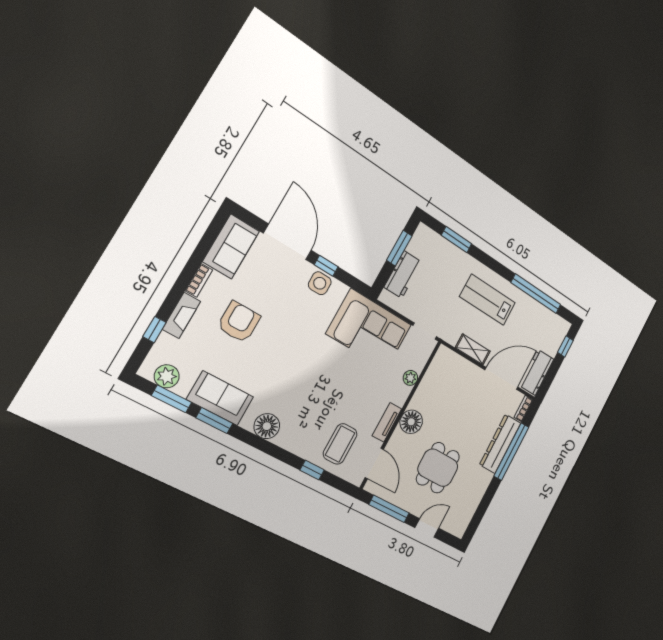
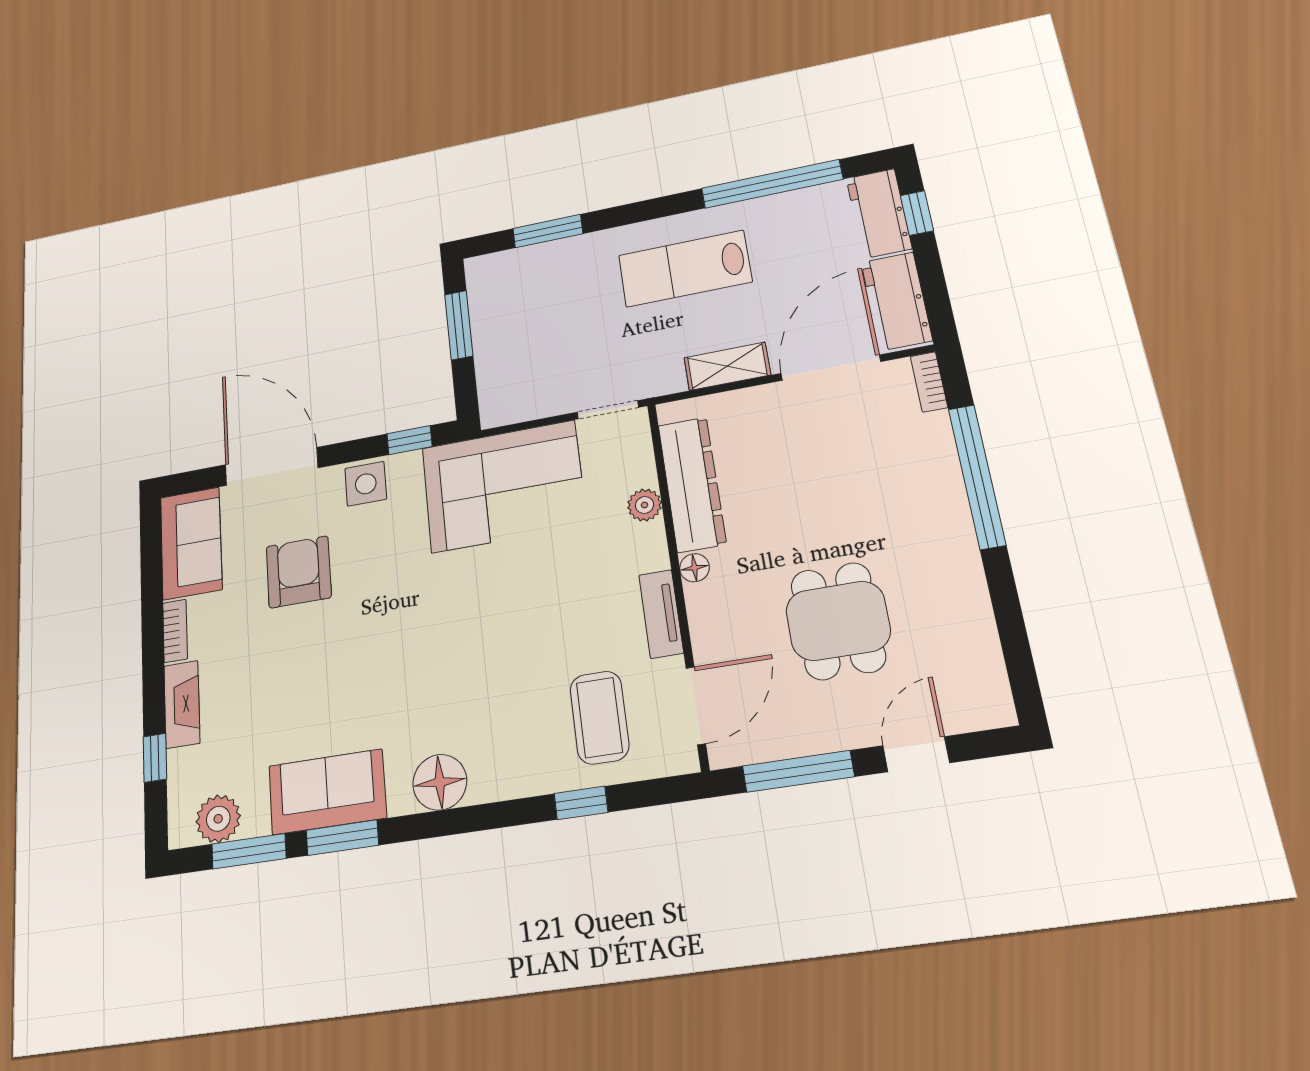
window: (326, 266) -> (410, 440), moved
workbench: (403, 275) -> (879, 213), moved, turned 180
armchair: (239, 322) -> (299, 572), moved
floor lamp: (411, 422) -> (694, 568), width x0.53, depth x0.53
dresser: (500, 444) -> (692, 484), moved, turned 180
door: (374, 463) -> (696, 706), hinge flipped

